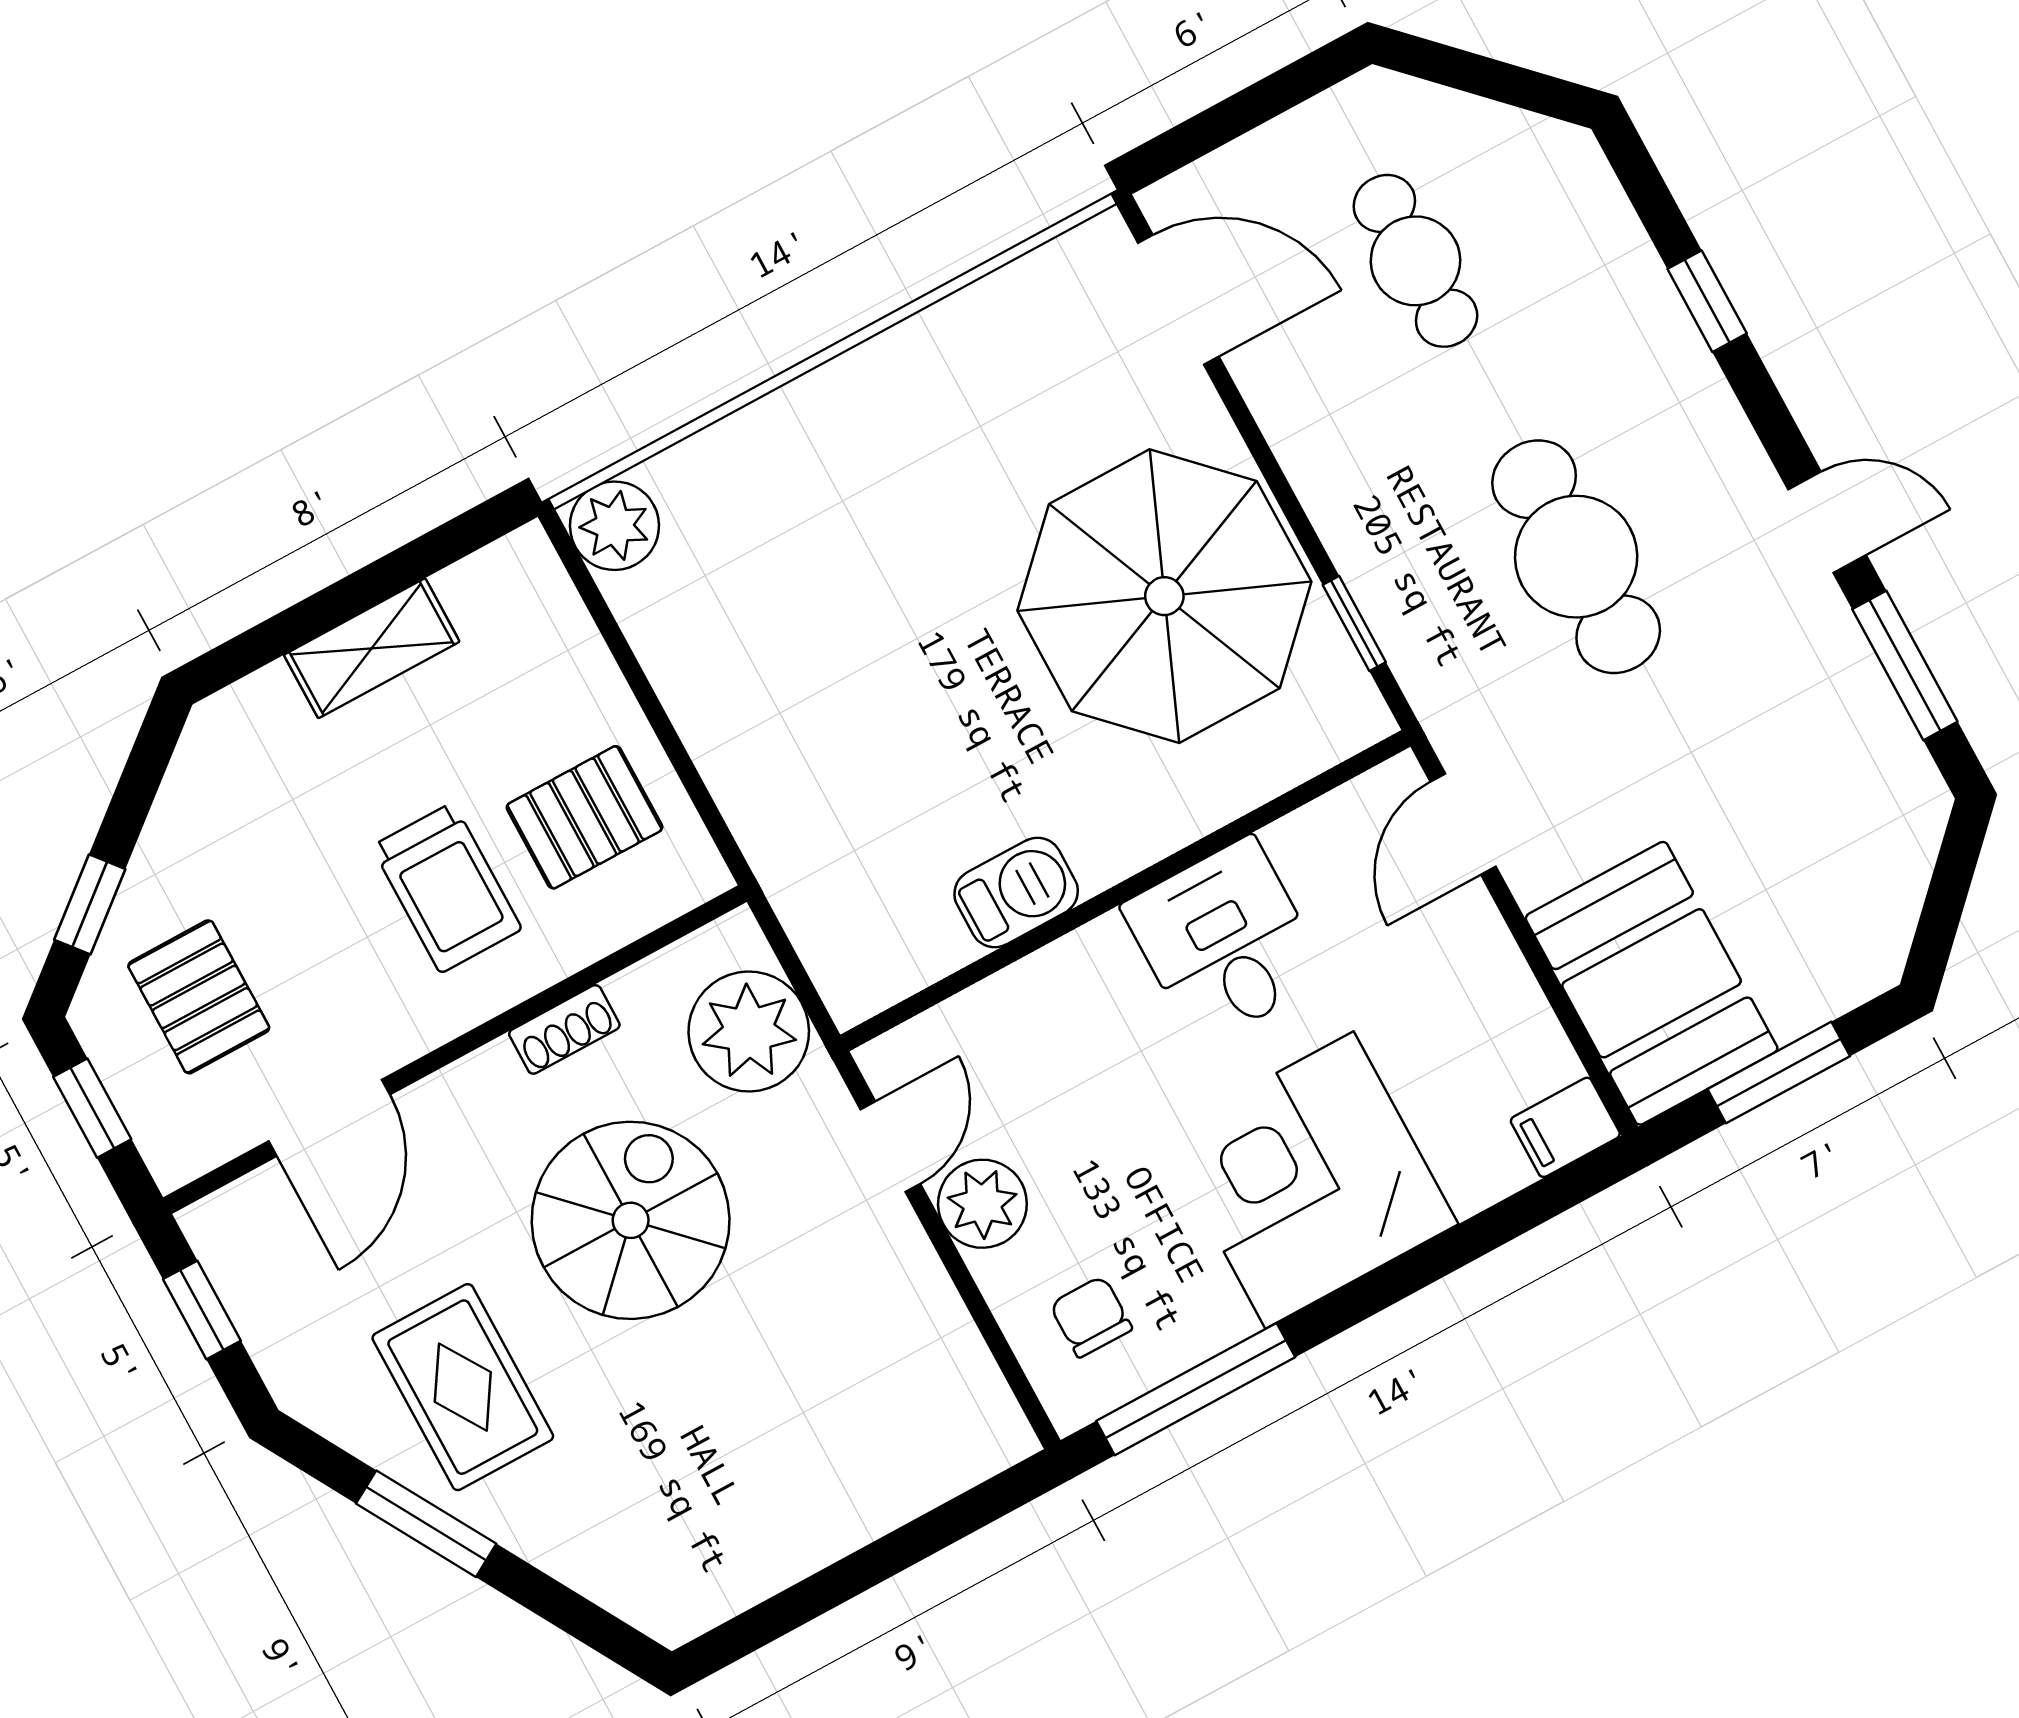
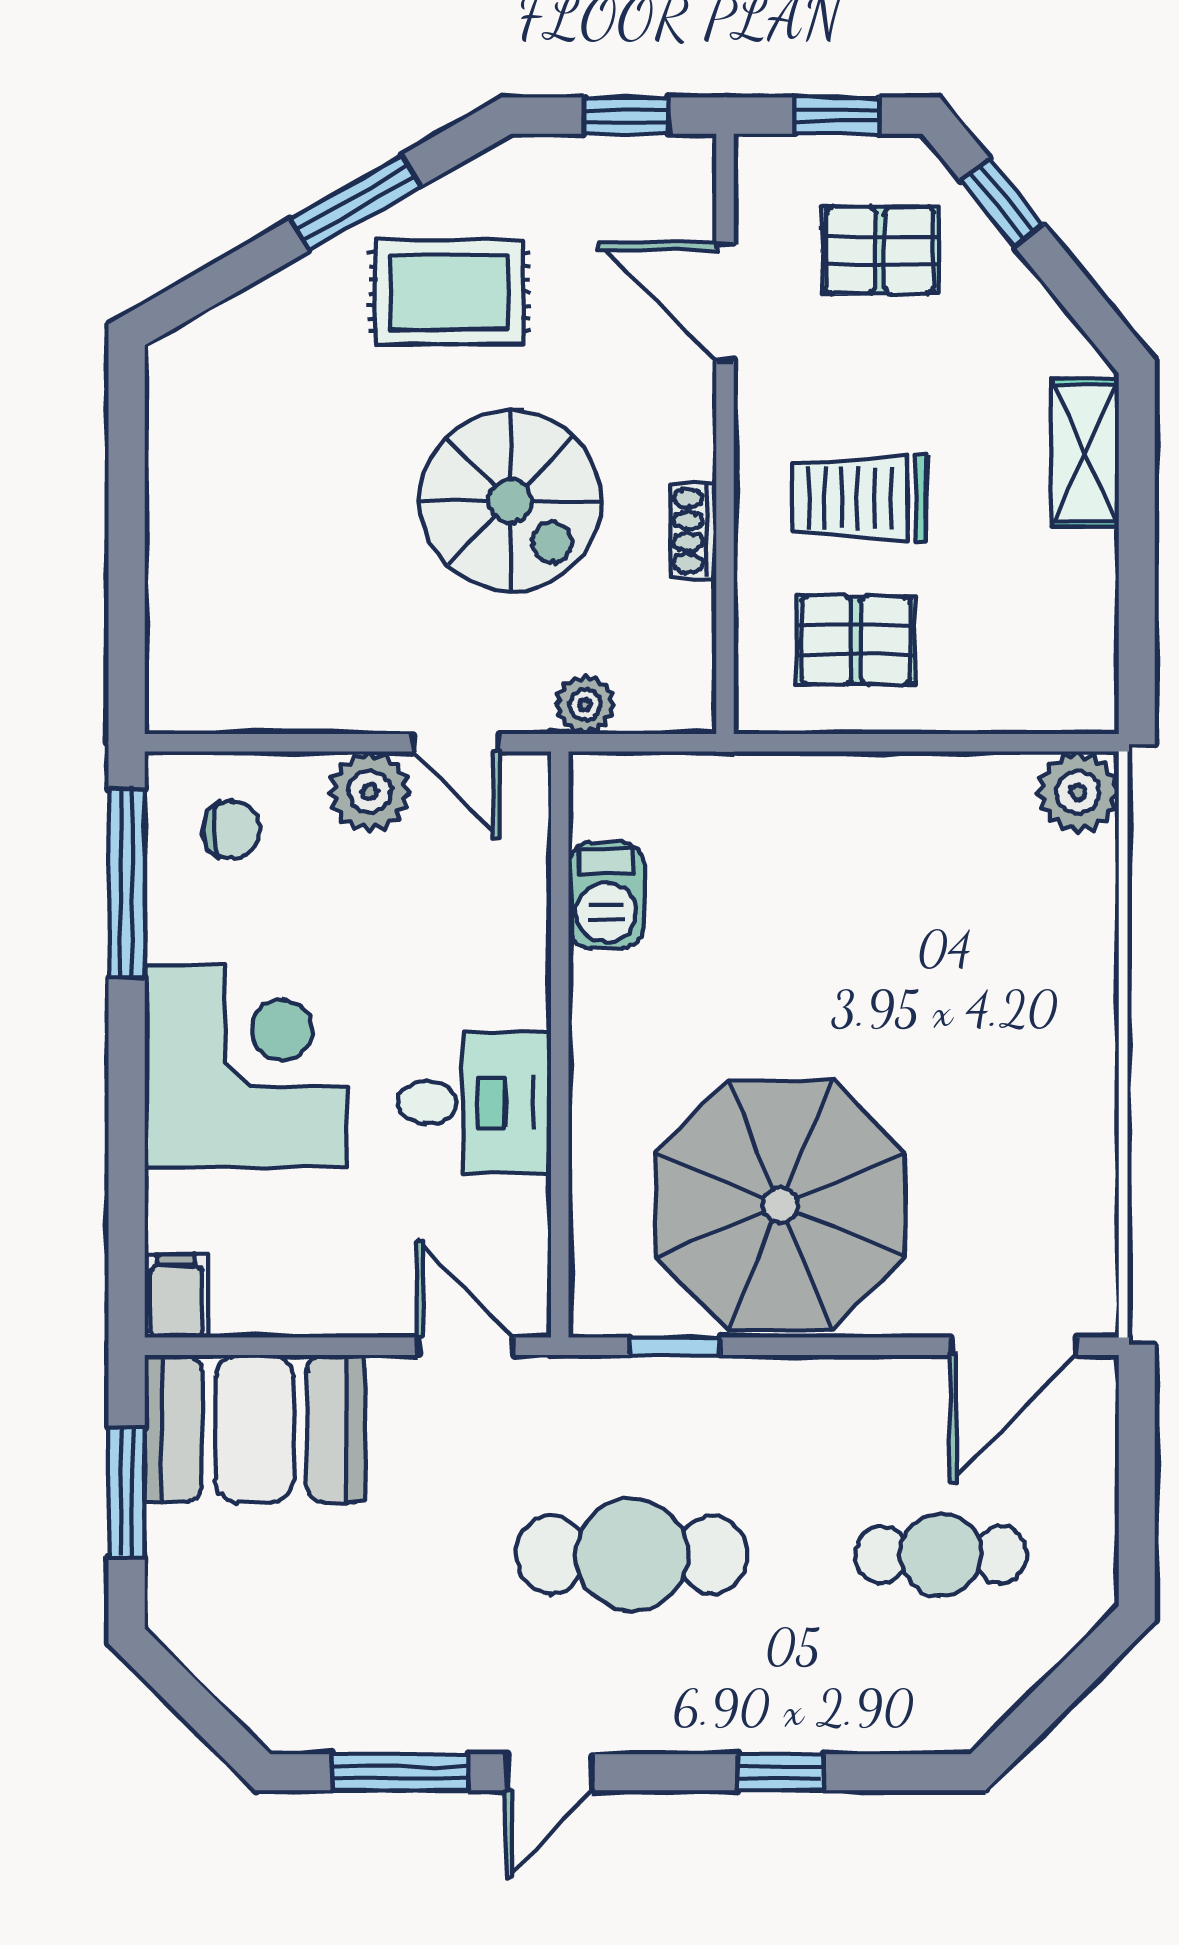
shelving: (372, 648) -> (1086, 453), moved
pallet: (584, 817) -> (856, 640), turned 90
barbecue: (1016, 892) -> (606, 896), moved
plant: (749, 1031) -> (585, 705), width x0.53, depth x0.53

